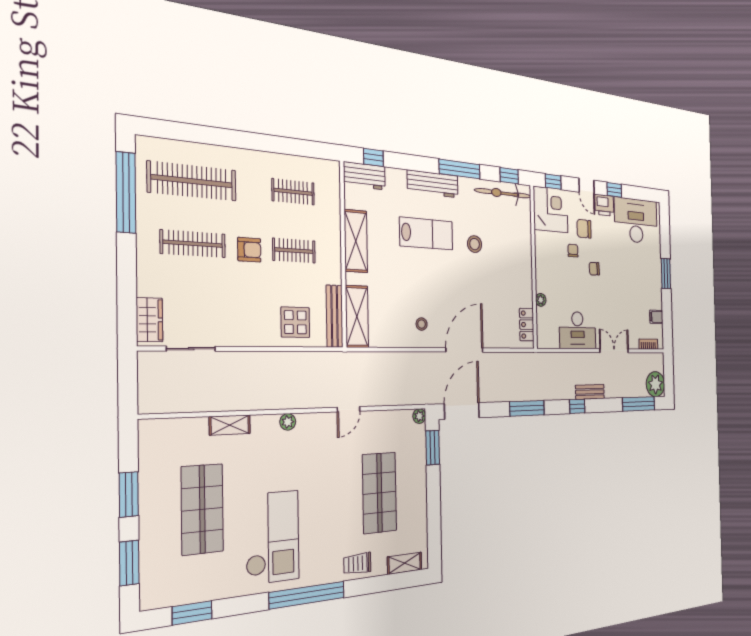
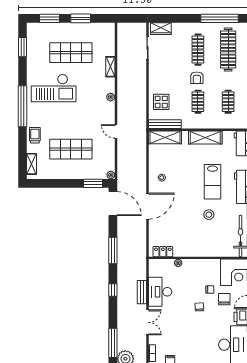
door: (465, 350) -> (147, 206), hinge flipped
bench: (590, 392) -> (142, 292), moved

